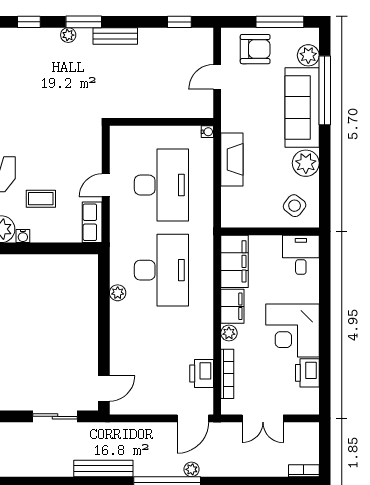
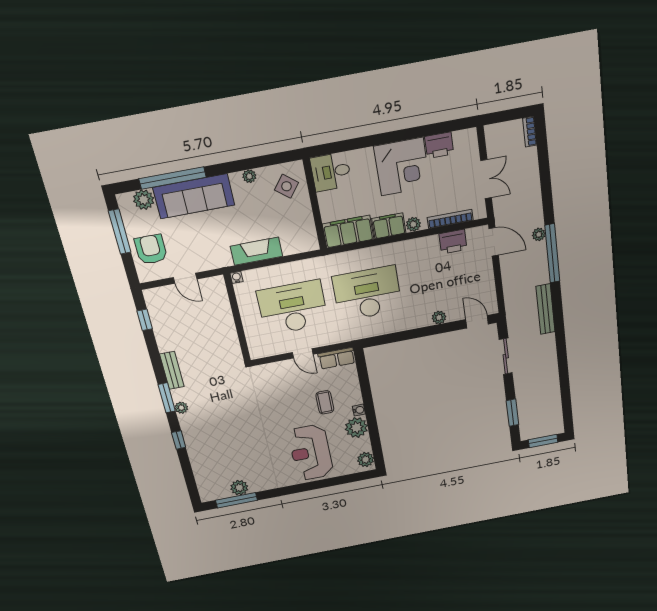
plant: (306, 163) -> (249, 176), width x0.53, depth x0.53
plant: (118, 293) -> (439, 317), moved

